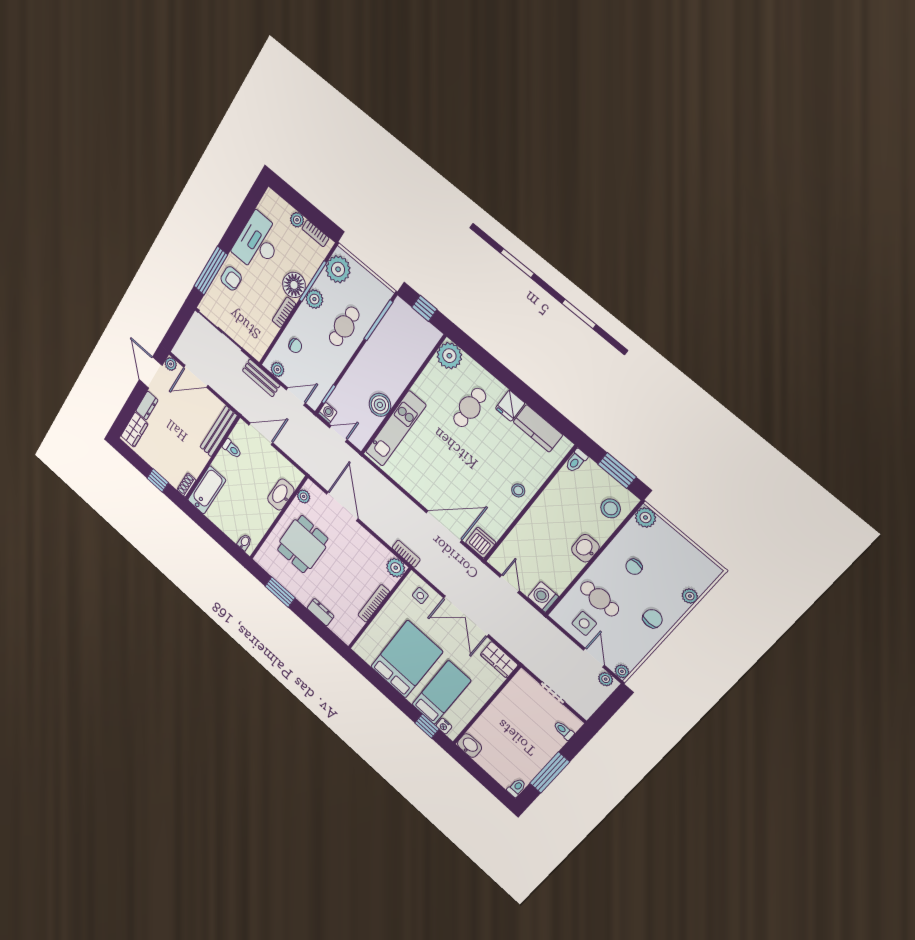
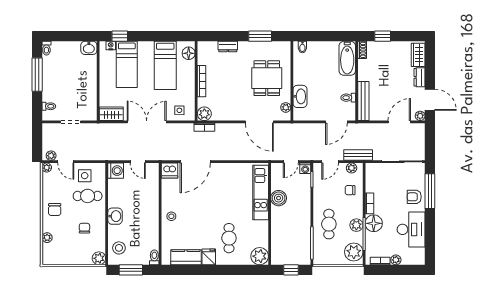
floor lamp: (367, 643) -> (189, 53), added
bed: (406, 659) -> (165, 65), width x0.67

